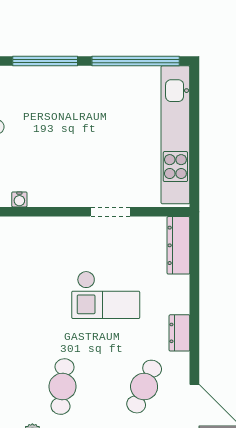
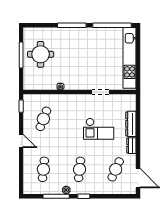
dresser: (178, 245) -> (131, 124), moved

